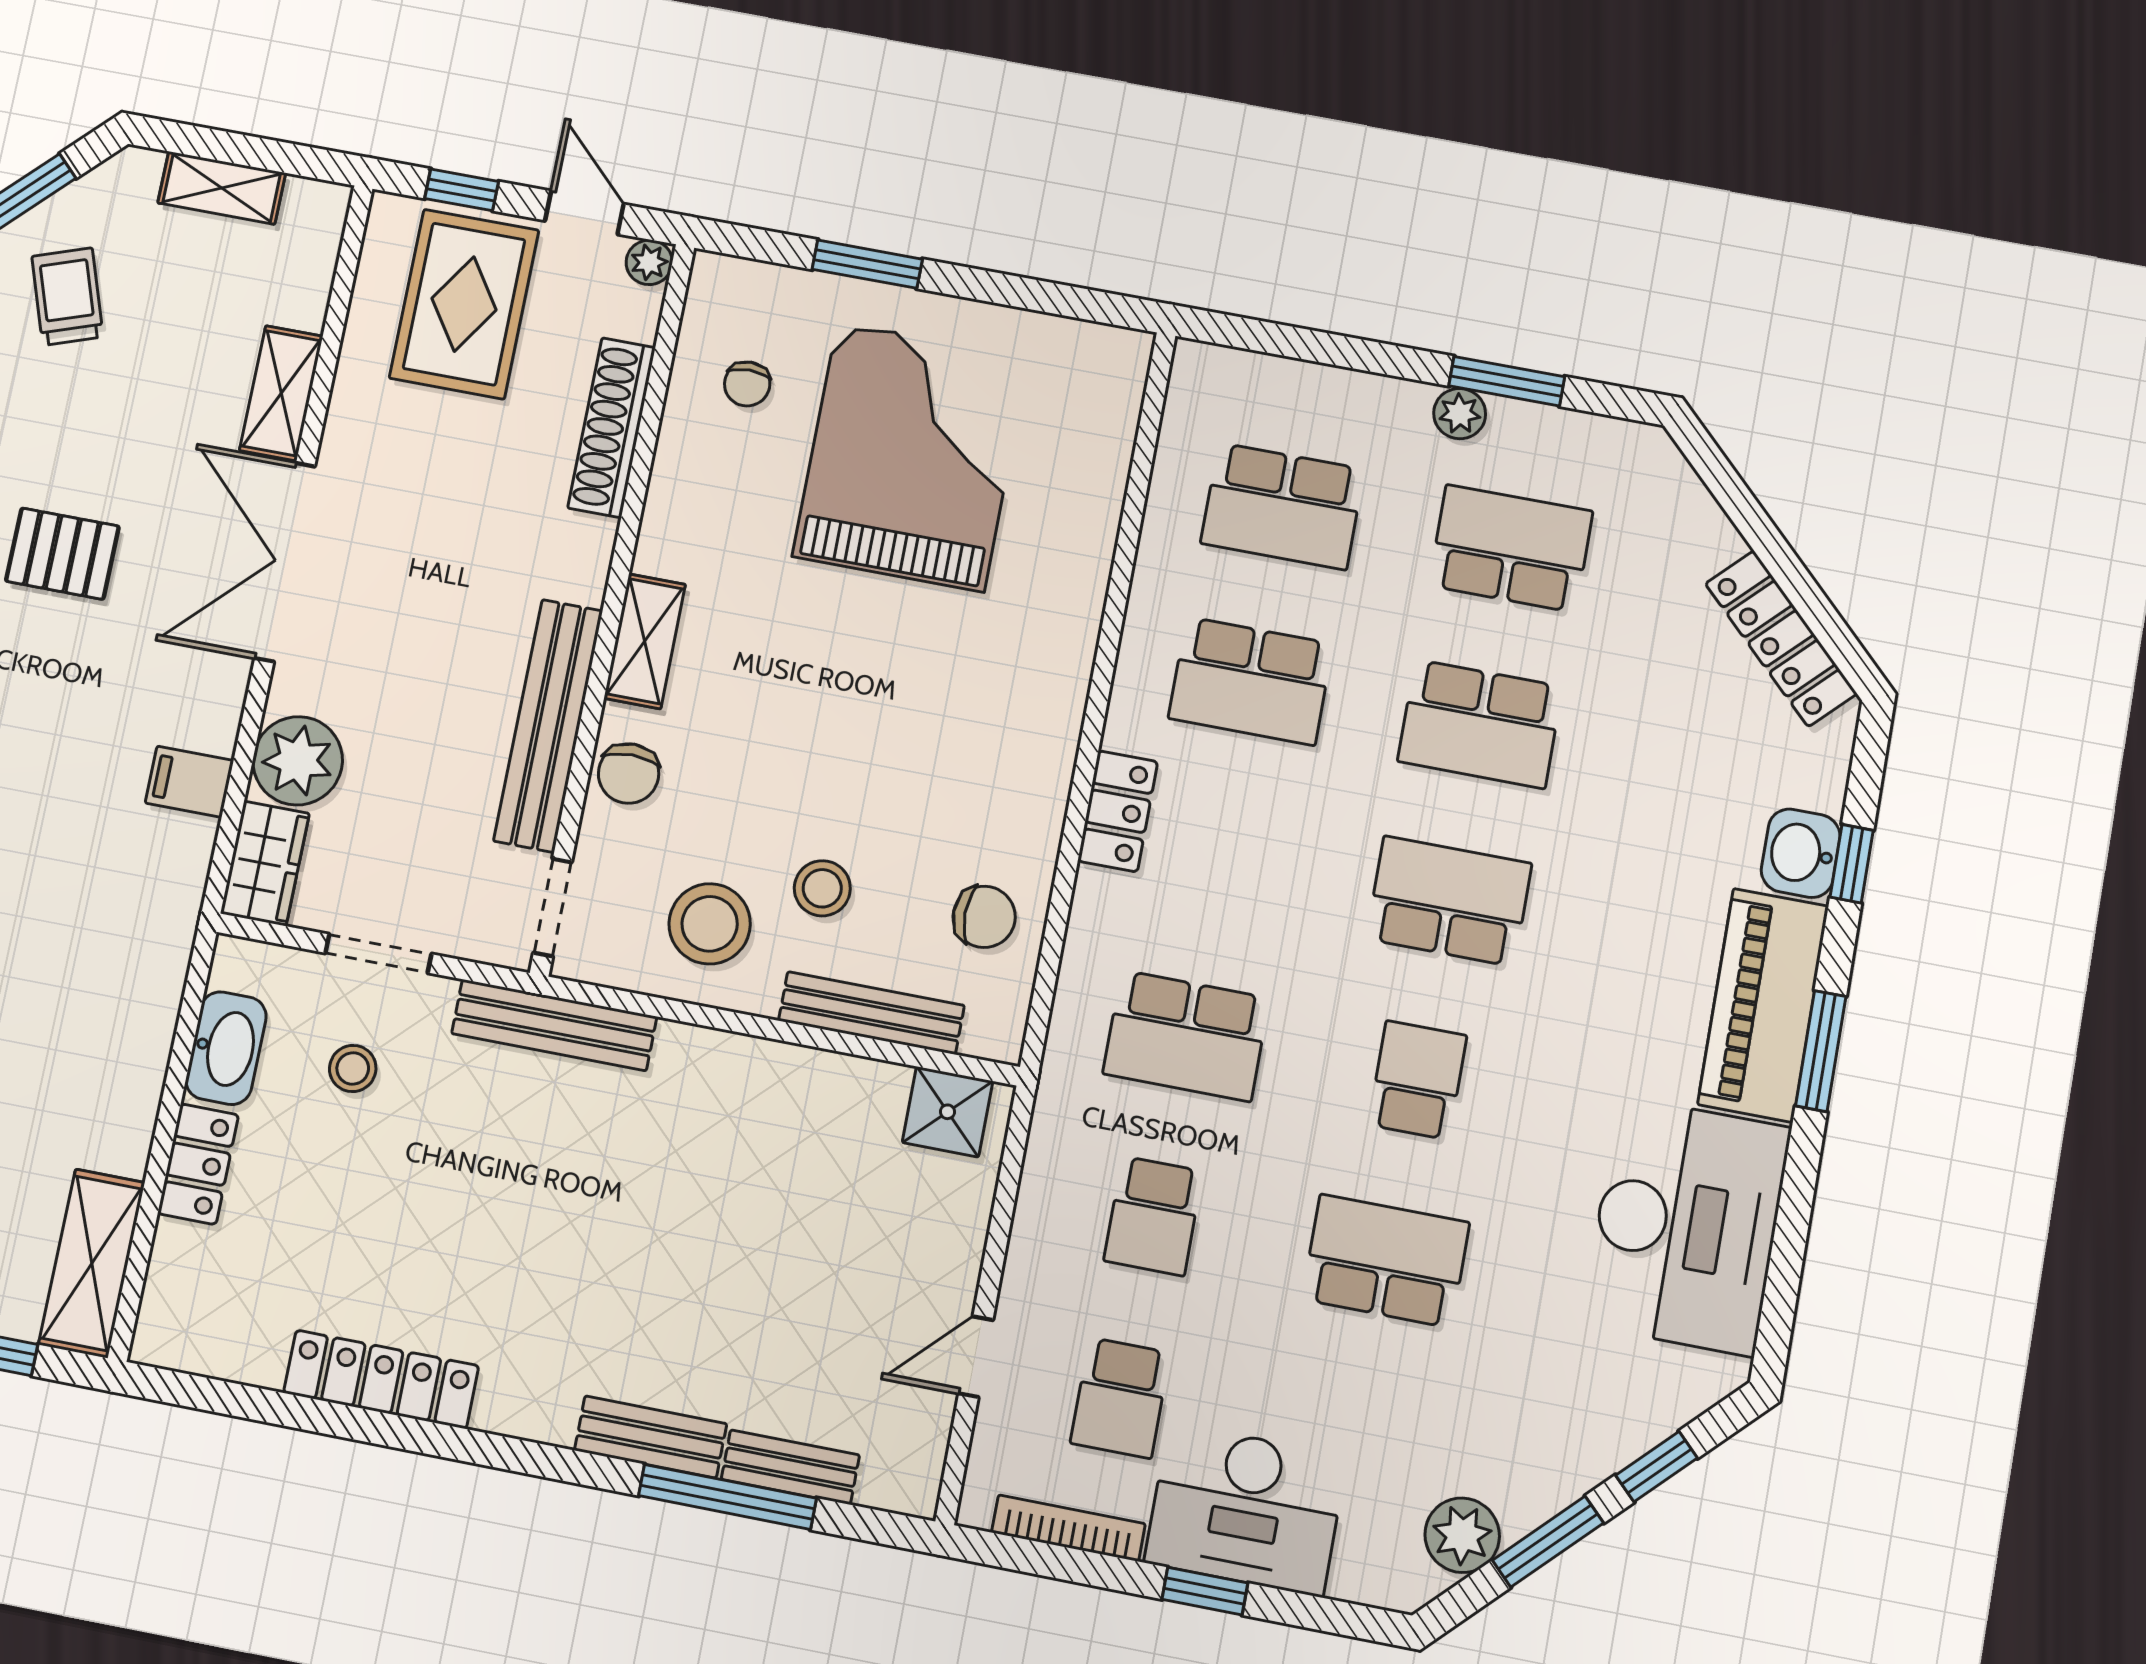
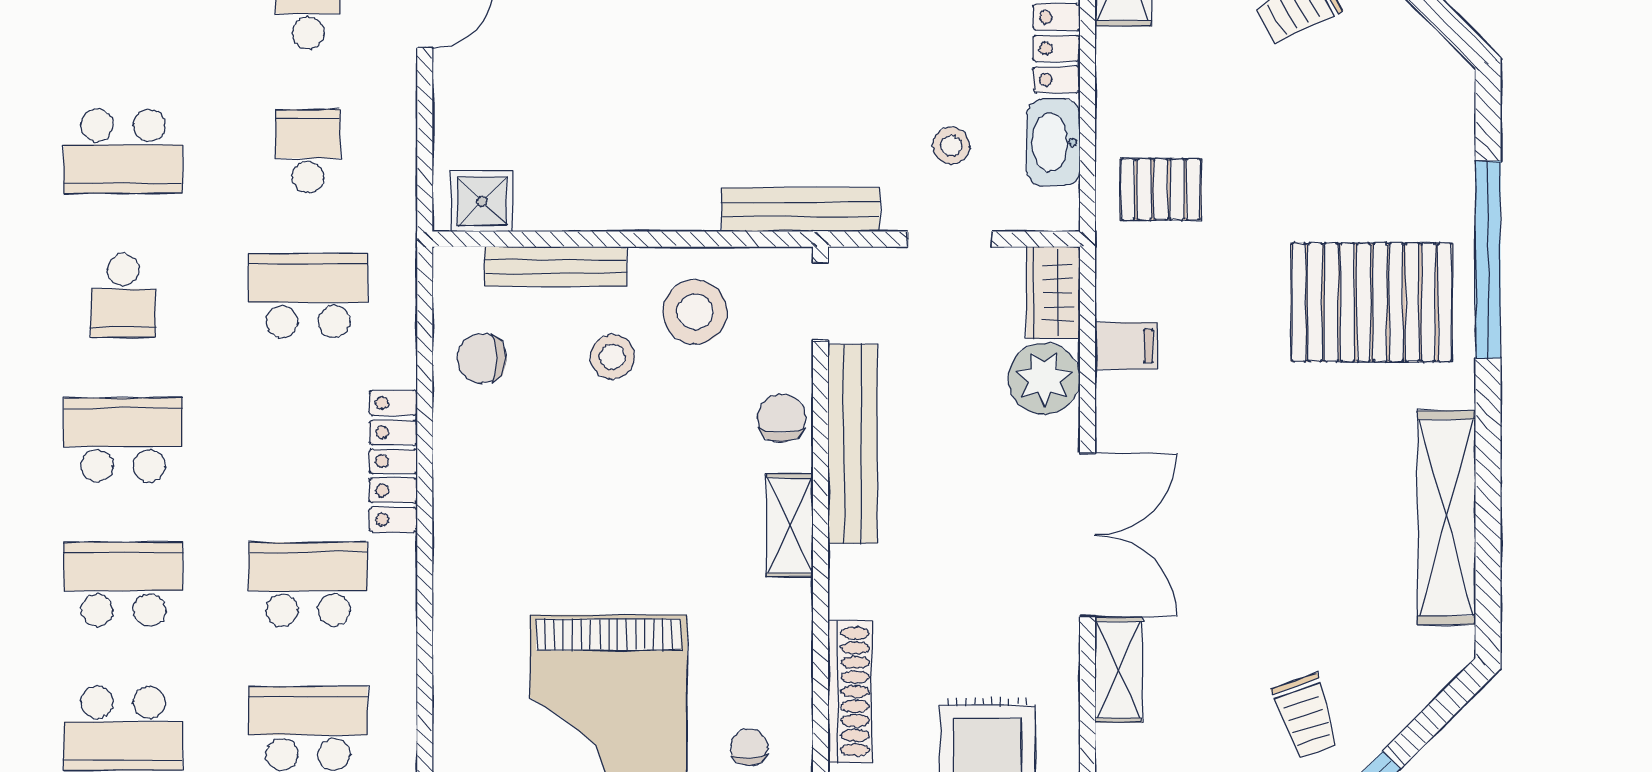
pallet: (62, 554) -> (1161, 189), moved
locker: (1118, 811) -> (393, 461), width x1.53
school desk: (1449, 901) -> (123, 440), turned 180

